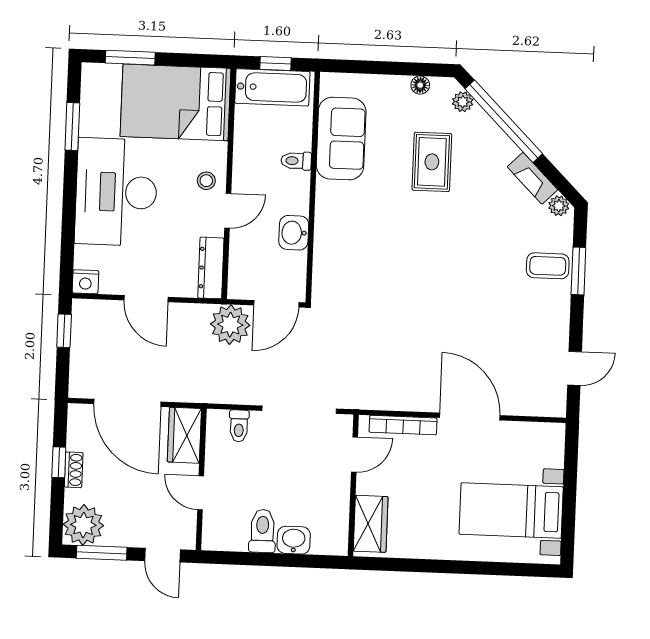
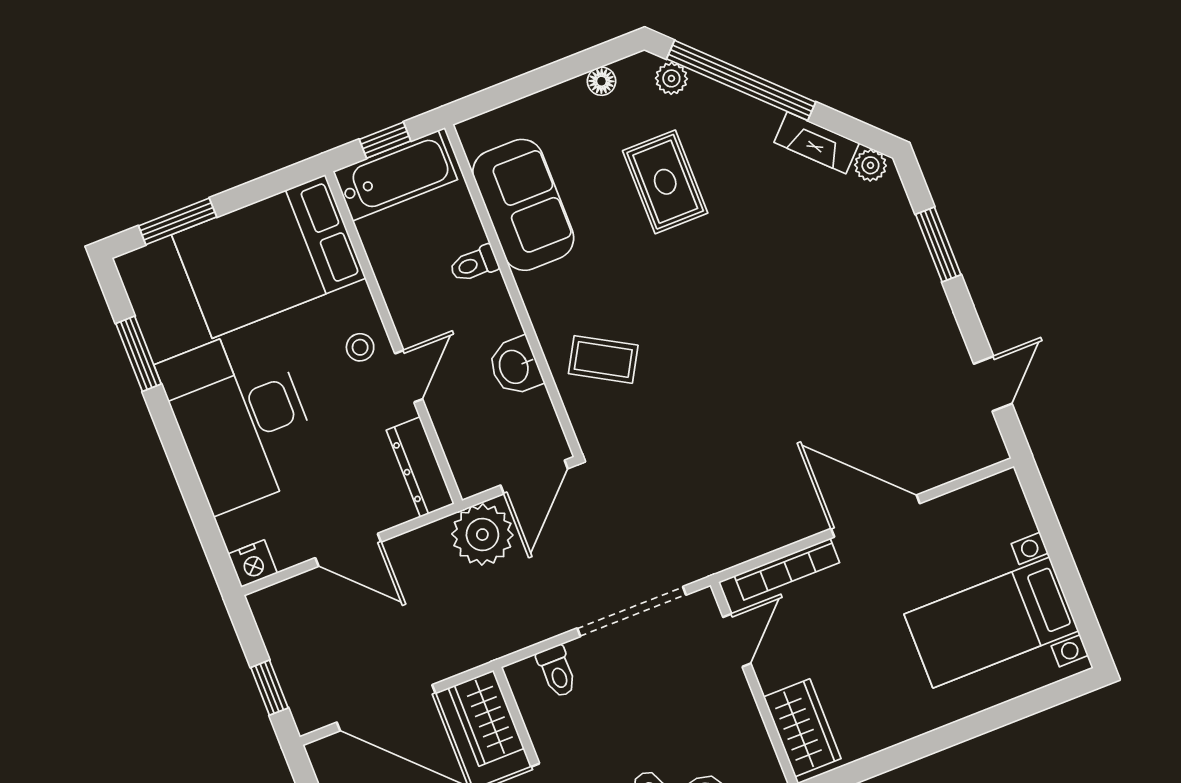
coffee table: (548, 266) -> (603, 359), moved, turned 30
window: (64, 331) -> (269, 688), moved

